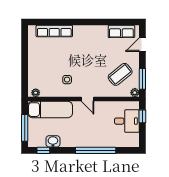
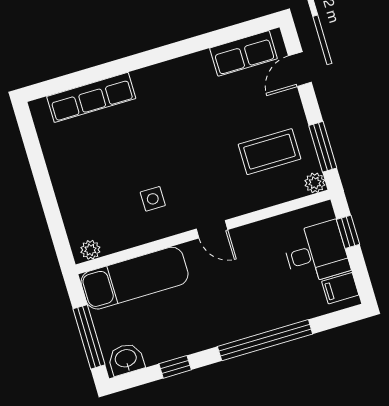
coffee table: (120, 74) -> (269, 152), turned 39
filing cabinet: (132, 138) -> (340, 288), added
washbasin: (53, 141) -> (126, 359), moved
window: (43, 150) -> (175, 367), moved

